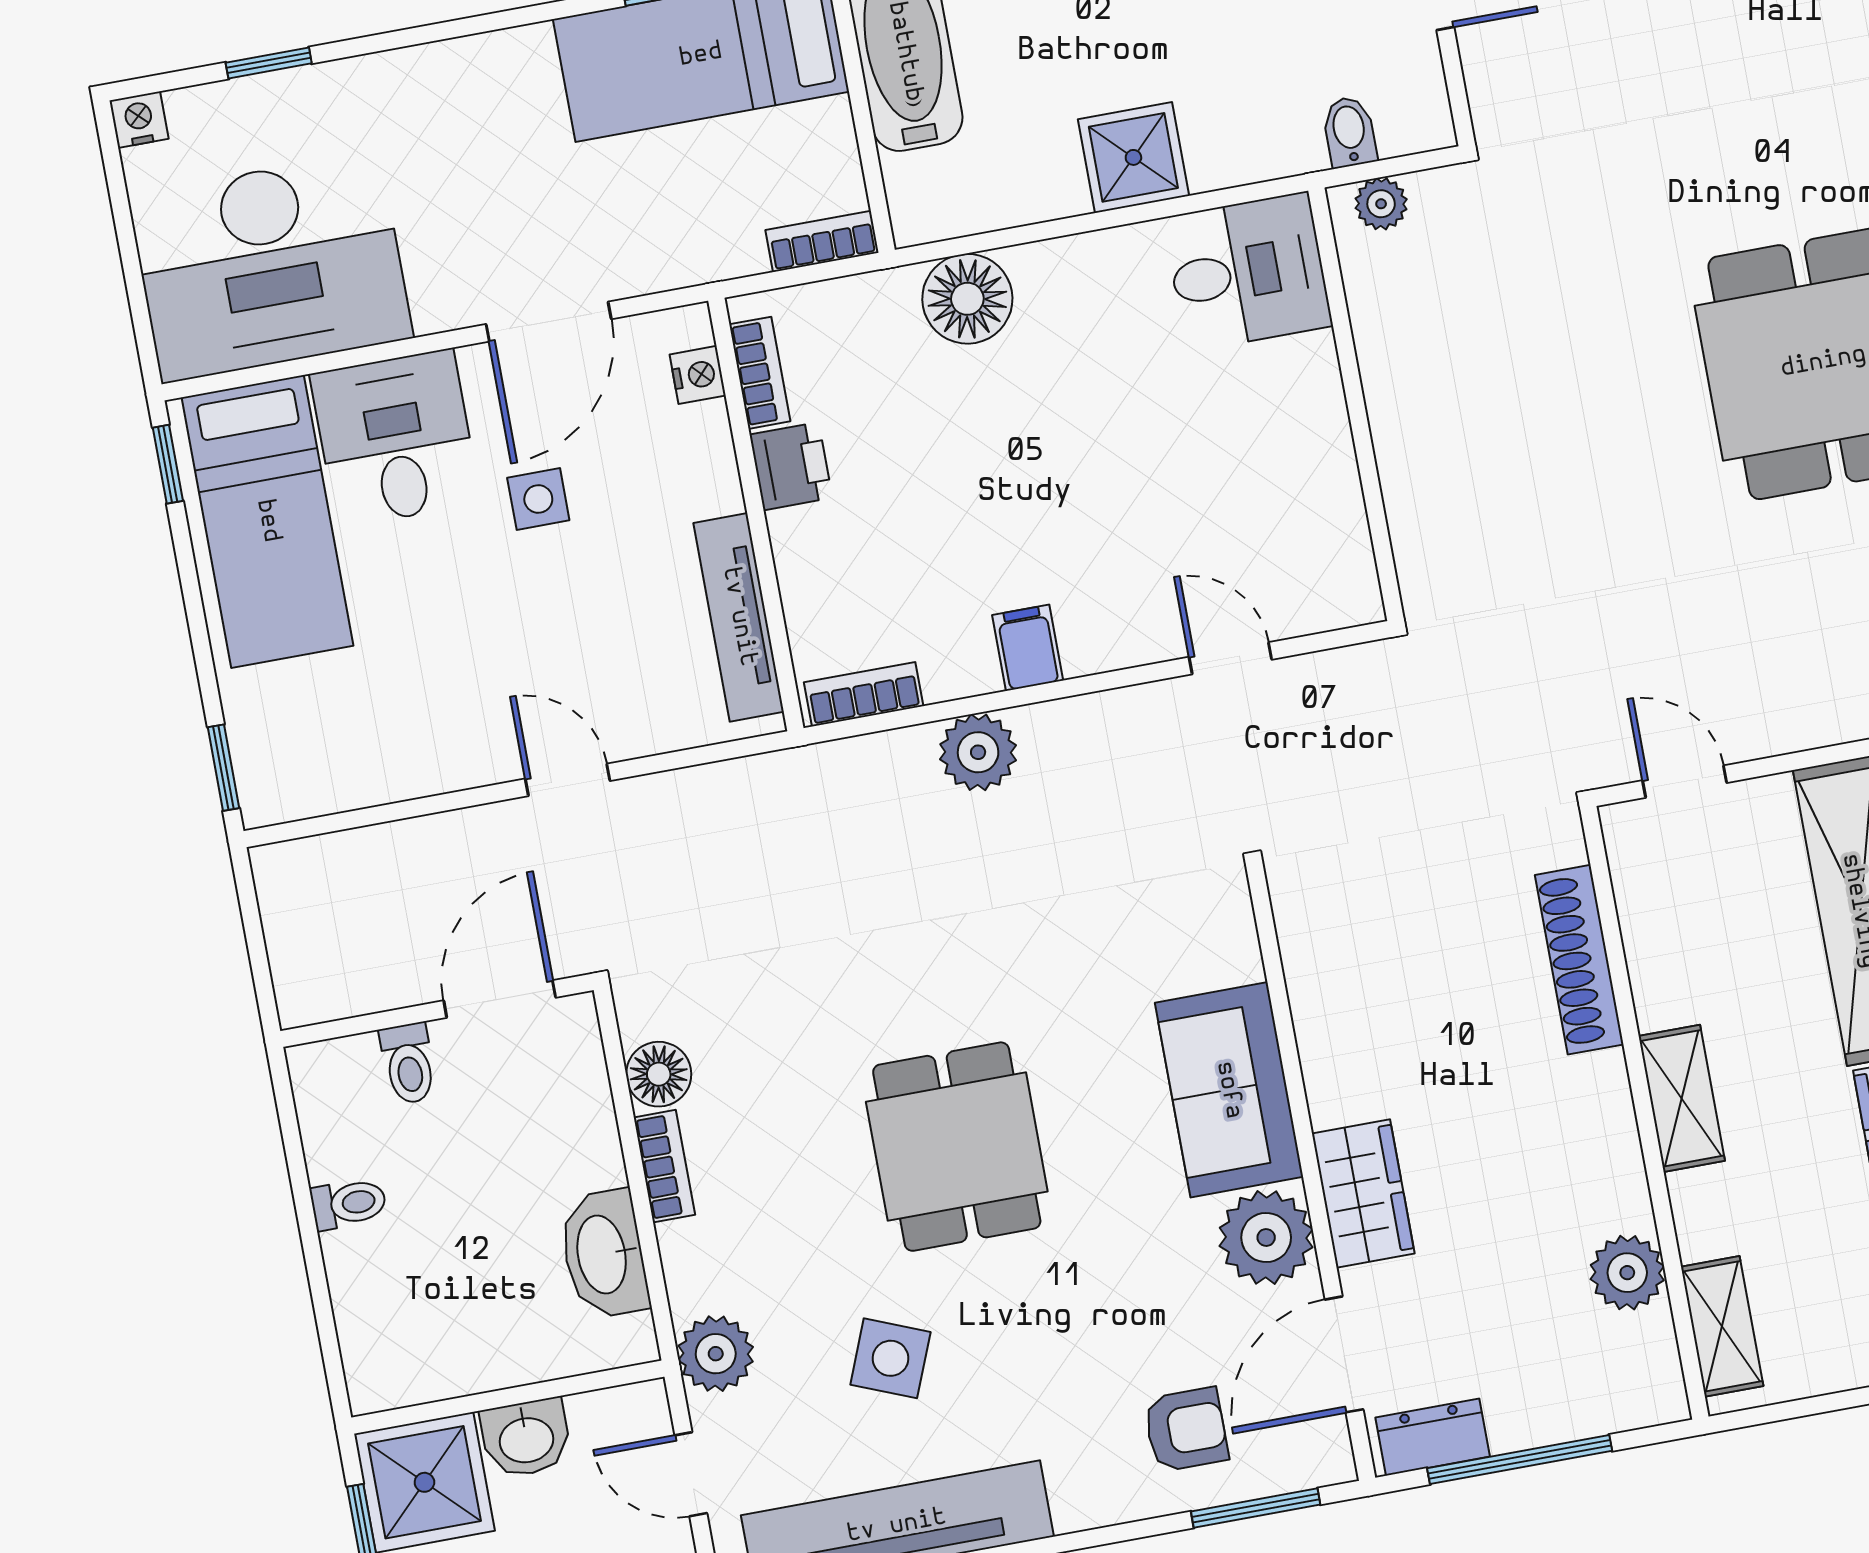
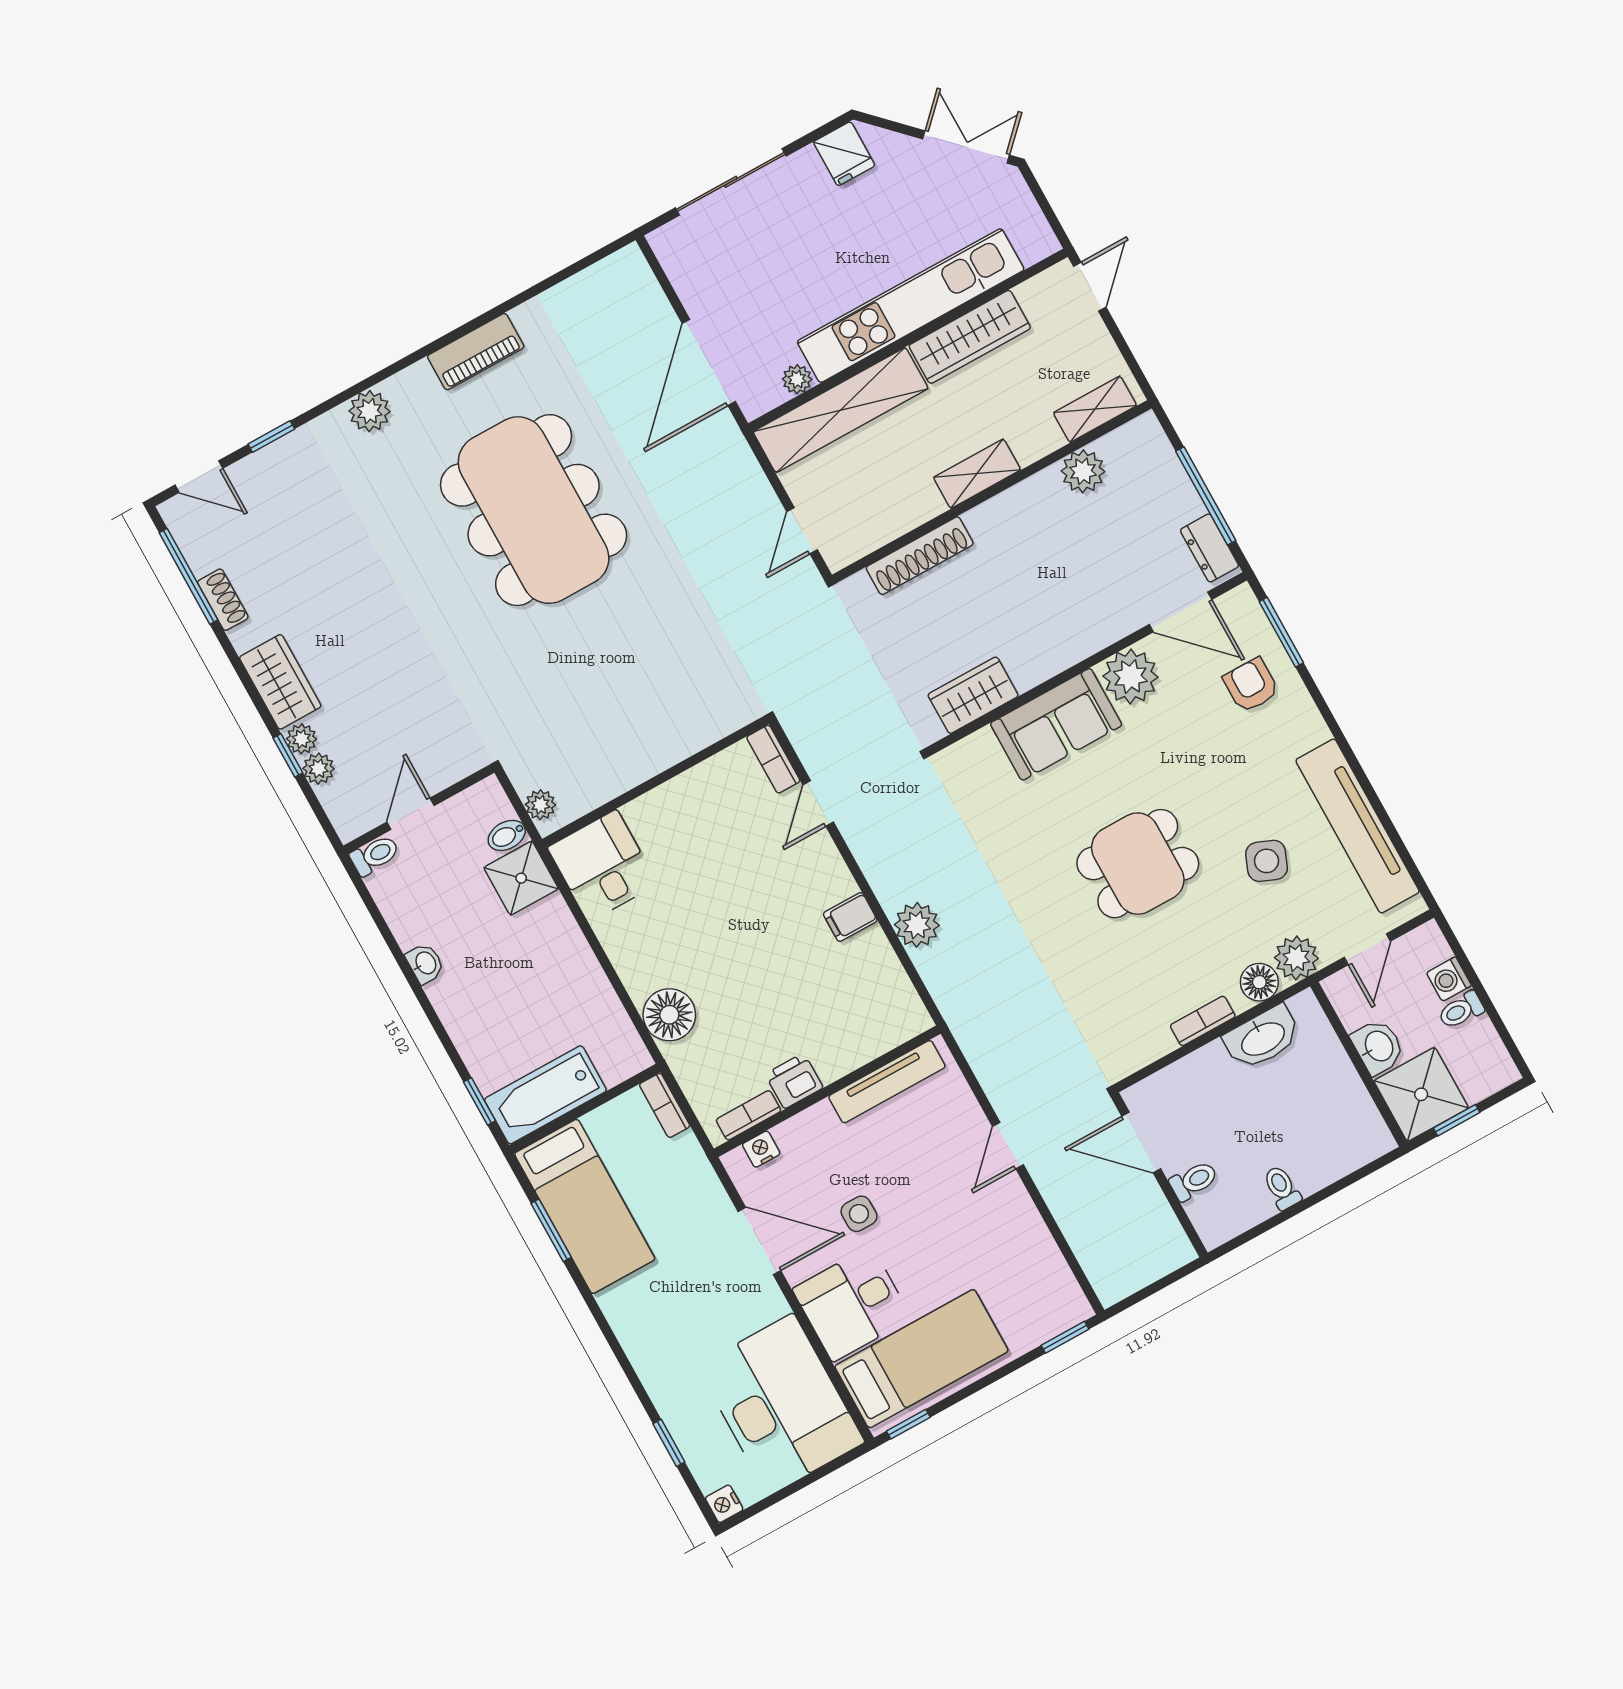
shower: (1133, 157) -> (521, 878), moved
bookcase: (864, 694) -> (773, 759), moved
floor lamp: (659, 1074) -> (1259, 982), moved
wardrobe: (1363, 1194) -> (973, 695), moved

